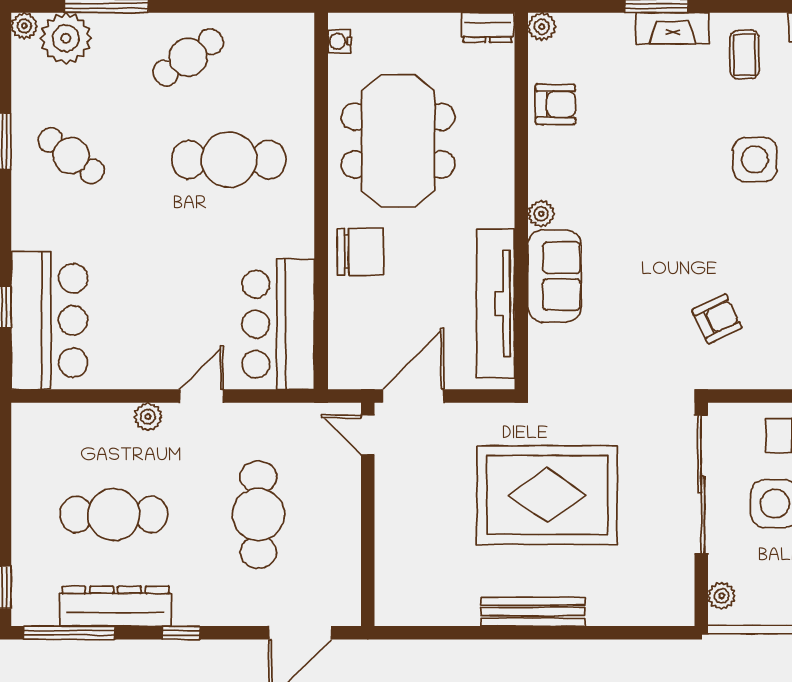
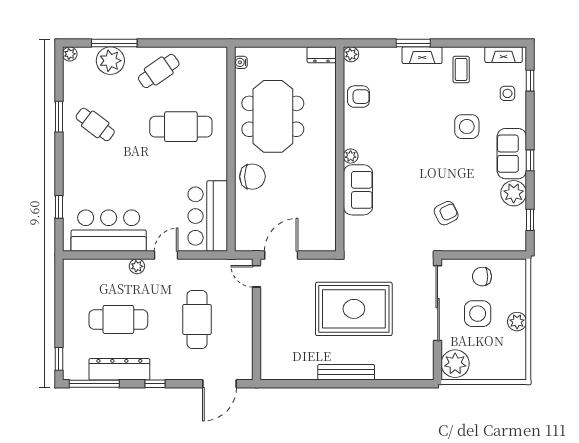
plant: (66, 38) -> (110, 61), moved
tv unit: (496, 304) -> (326, 205), removed
bar counter: (49, 320) -> (109, 231), moved, turned -90
plant: (722, 596) -> (455, 364), width x1.87, depth x1.87

